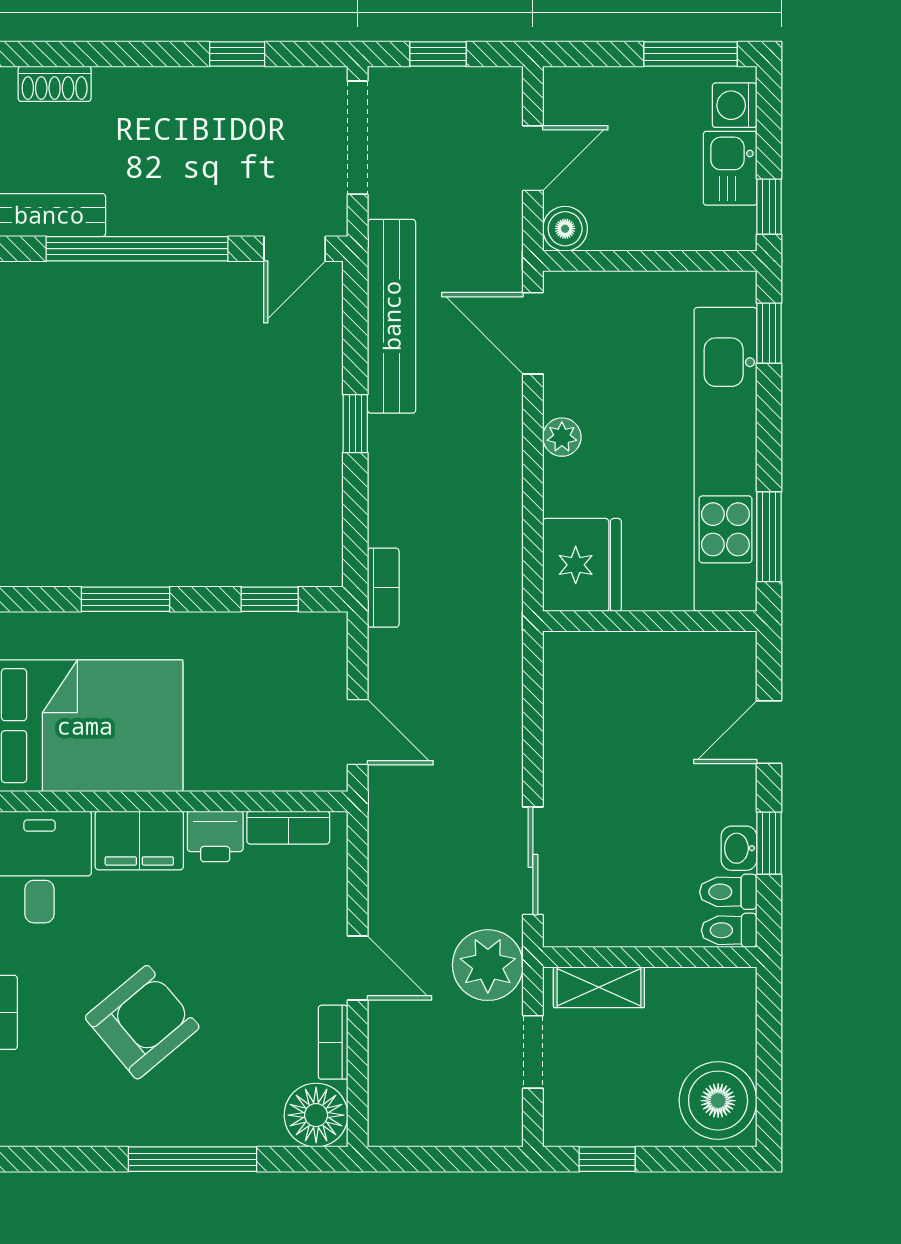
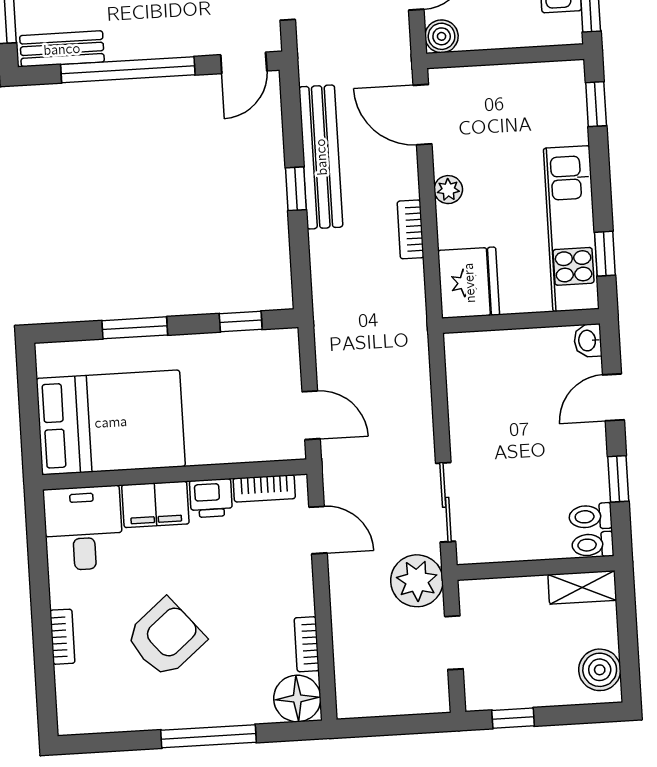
bench: (392, 316) -> (321, 157), moved
kitchen unit: (725, 459) -> (571, 229), width x0.73
window: (769, 537) -> (605, 254), width x0.67
bookcase: (383, 588) -> (410, 229), moved, turned 180
washbasin: (739, 848) -> (588, 341), moved
door: (358, 968) -> (318, 530), moved
shelving: (599, 987) -> (582, 587), moved
boiler: (718, 1101) -> (600, 670), width x0.73, depth x0.73

